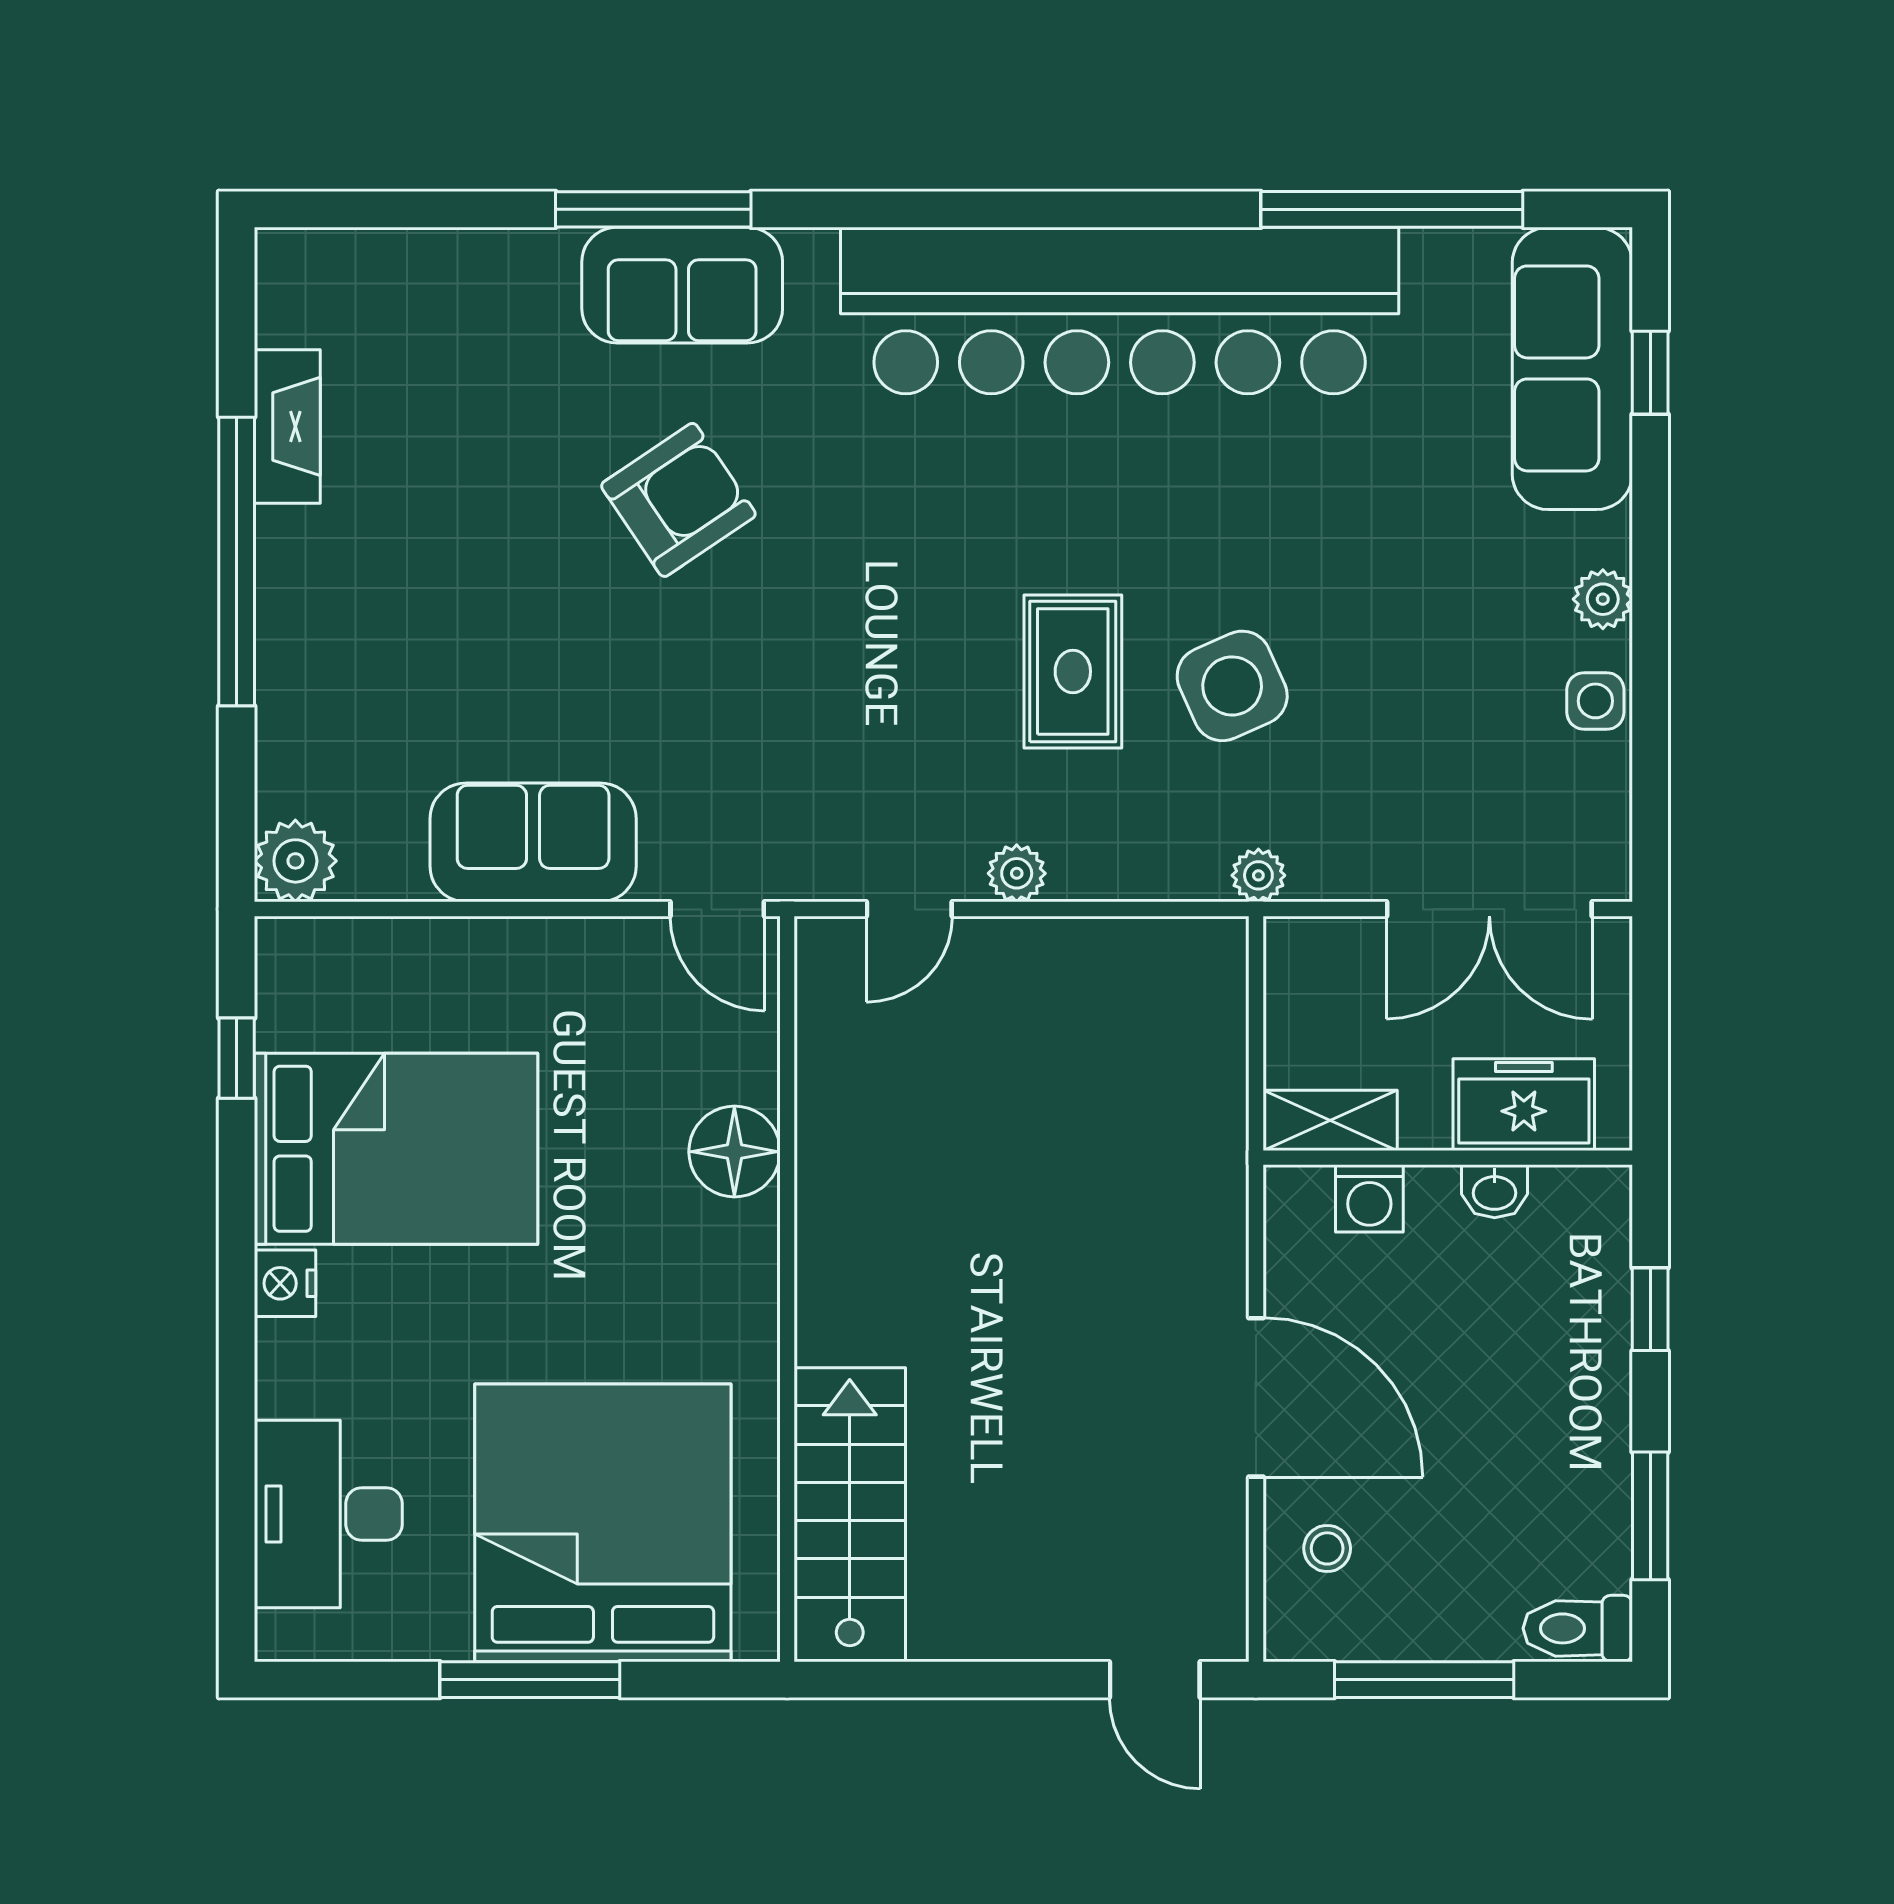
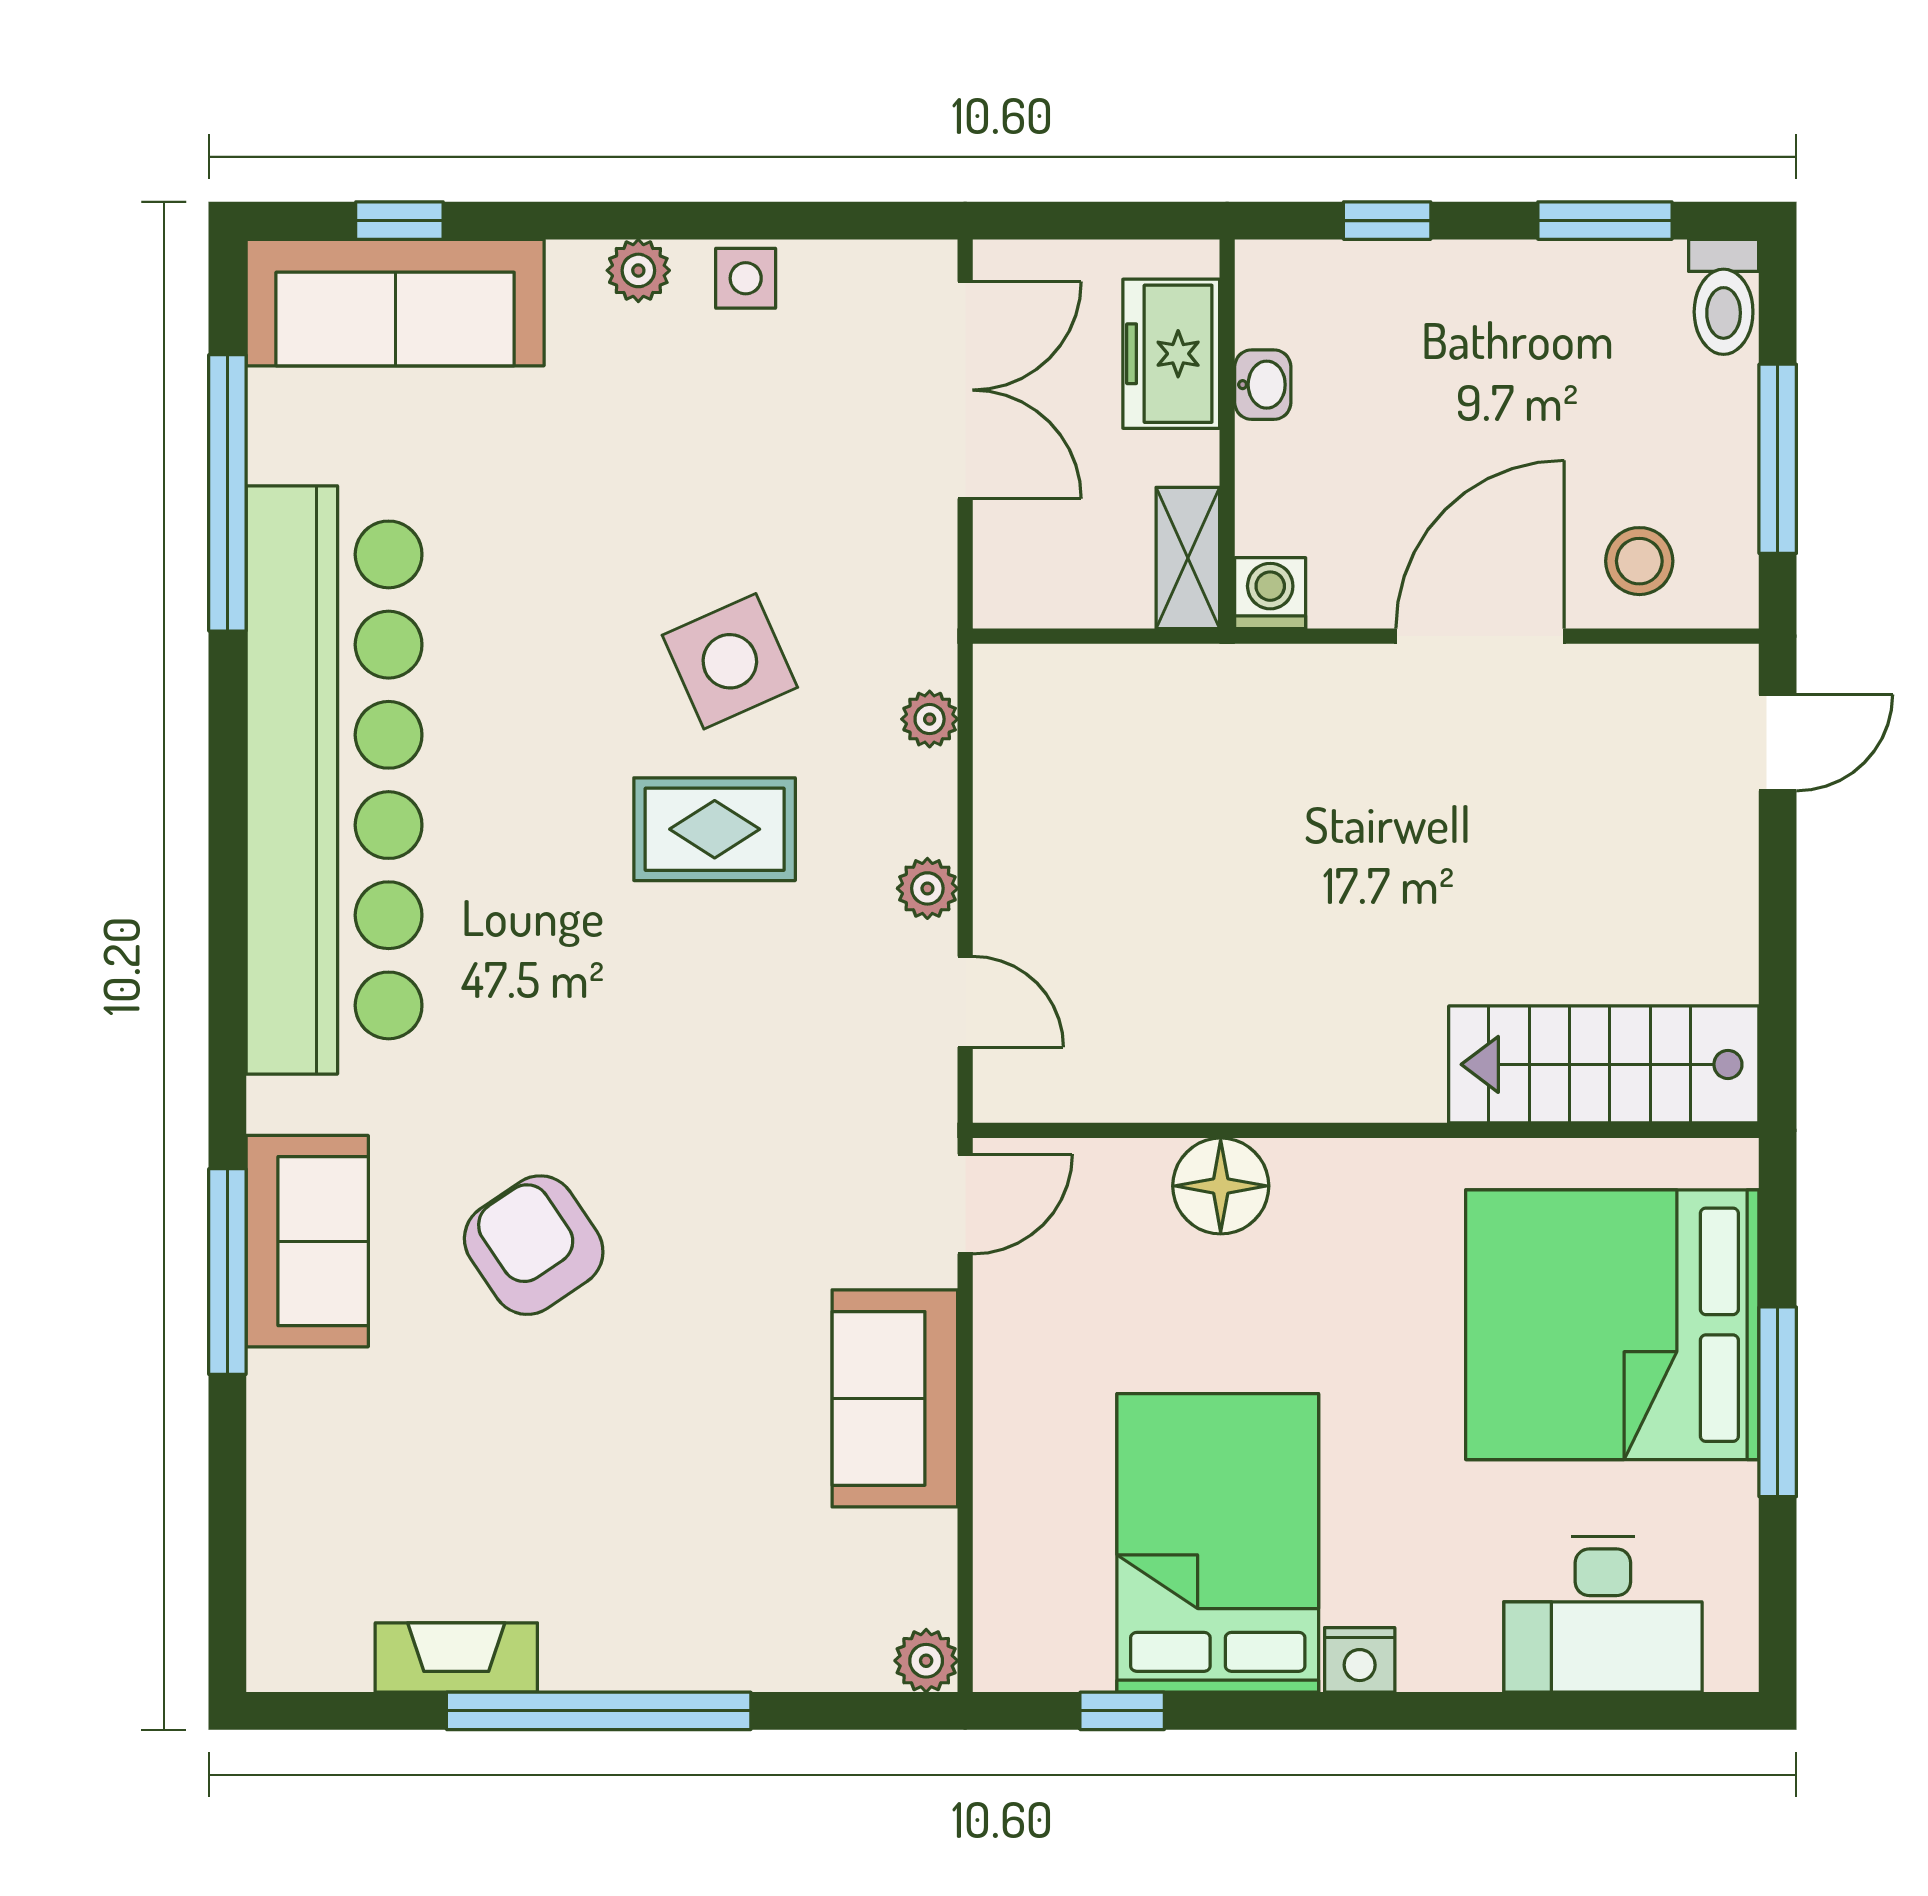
plant: (295, 861) -> (926, 1661), width x0.73, depth x0.73
plant: (1258, 875) -> (930, 719), moved
washing machine: (1369, 1198) -> (1270, 593), moved, turned -90
stool: (1327, 1548) -> (1639, 561), width x1.37, depth x1.37

